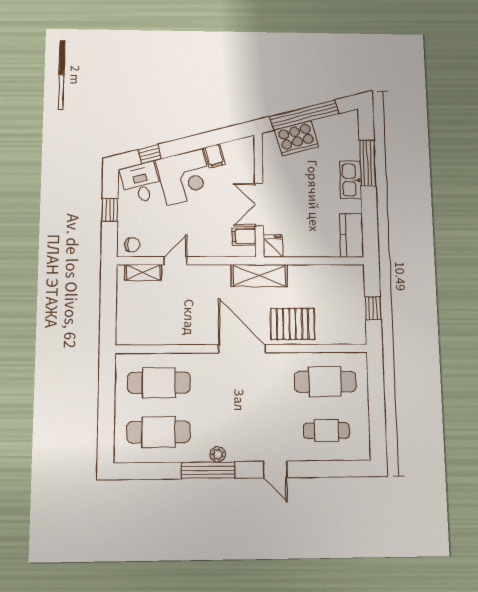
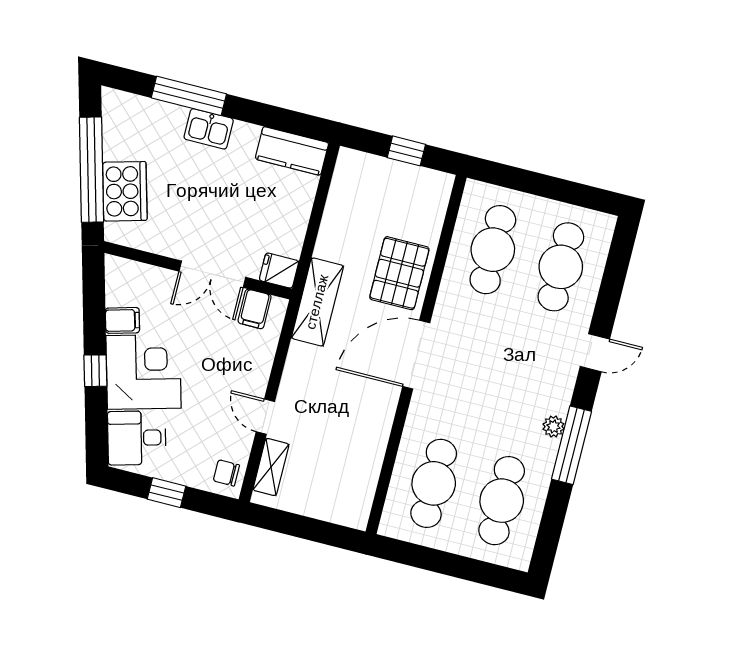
window: (150, 154) -> (95, 371), moved
kitchen sink: (351, 180) -> (209, 129), width x0.73
chair: (132, 245) -> (226, 473), turned -90
cafe table: (326, 431) -> (561, 267), width x1.37, depth x1.35

